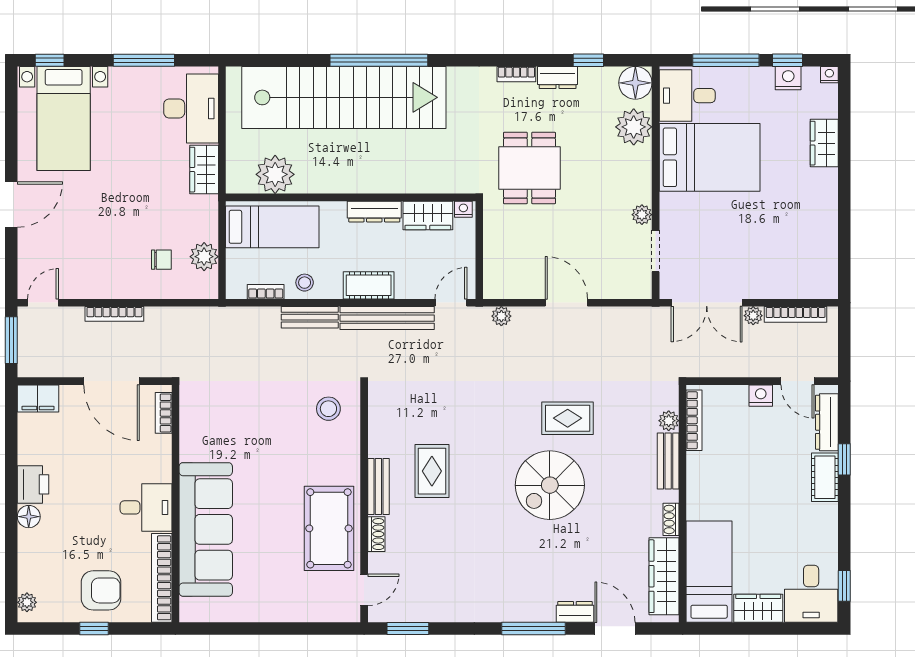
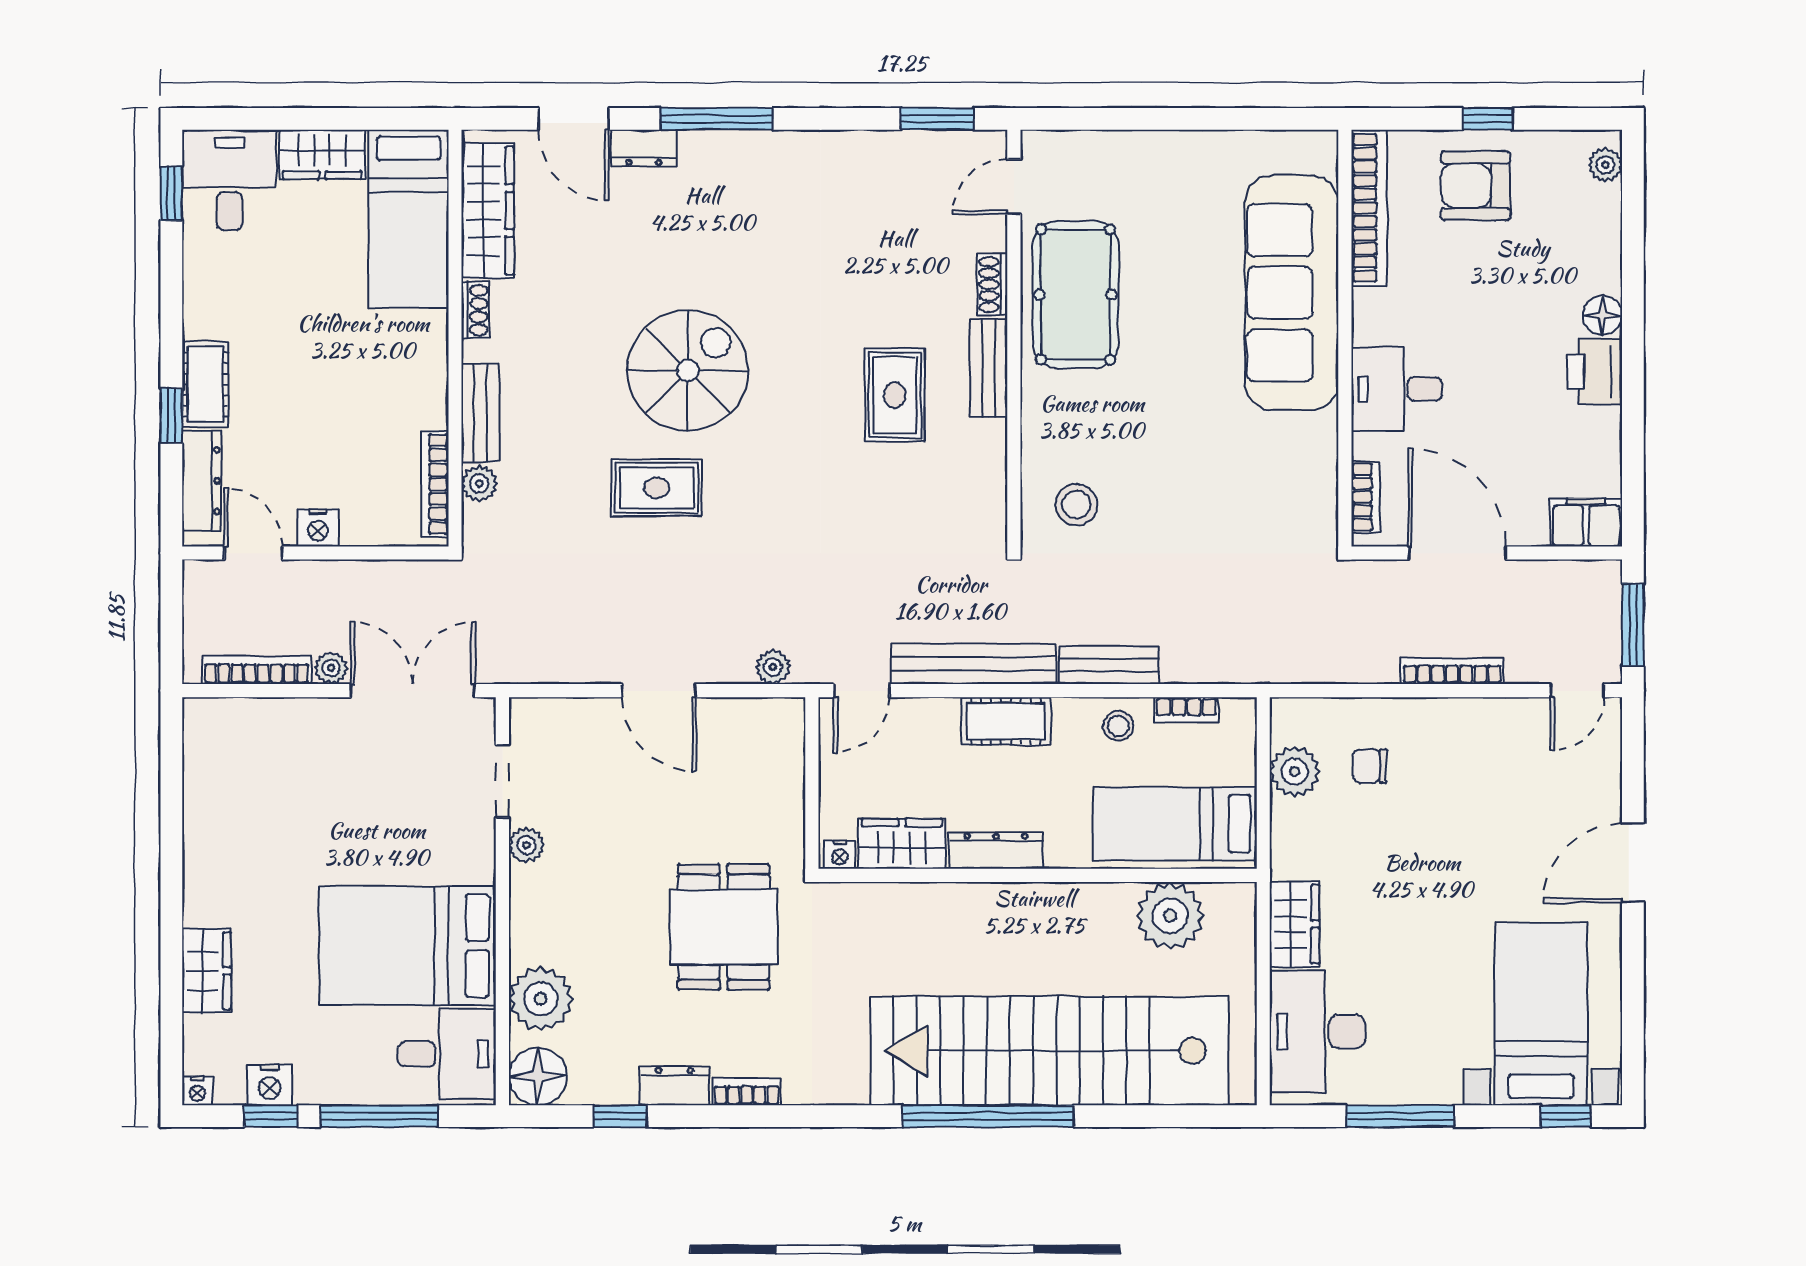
desk: (146, 507) -> (1397, 389), moved

